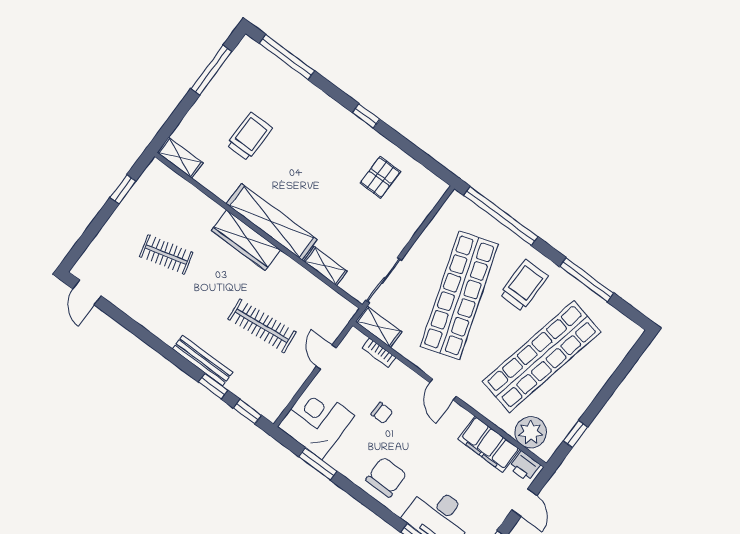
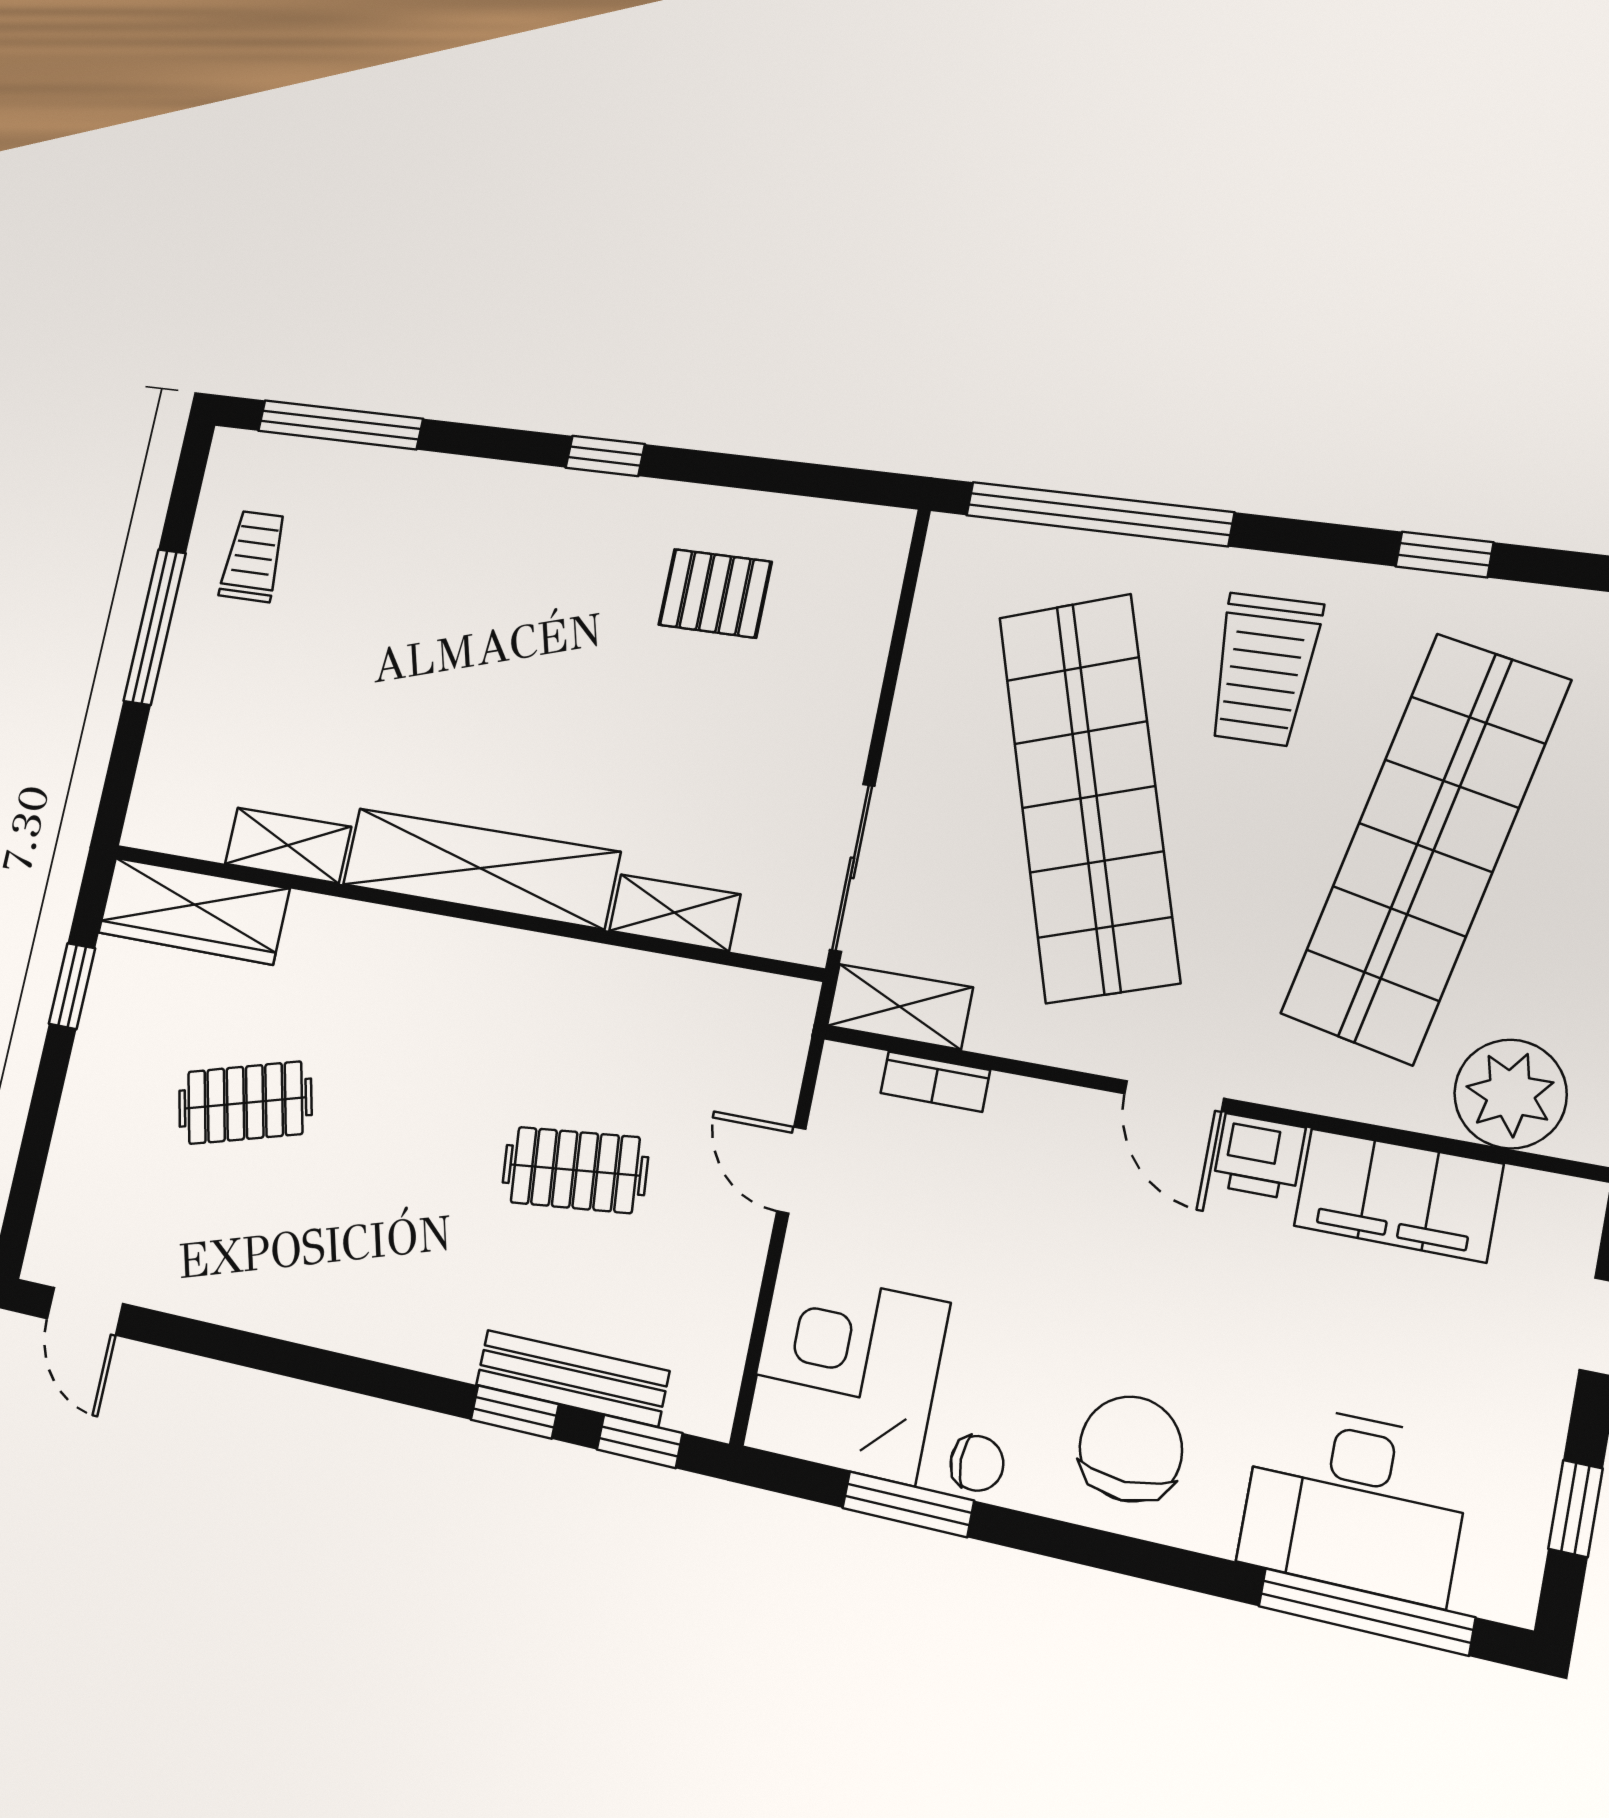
window: (211, 70) -> (155, 627), moved
trolley: (249, 137) -> (253, 556), moved, width x0.73, depth x0.72
shelving: (180, 158) -> (288, 845), moved
pallet: (380, 177) -> (715, 593), turned 90
wardrobe: (246, 240) -> (193, 911), moved
window: (587, 280) -> (1444, 554), width x0.46
trolley: (524, 285) -> (1264, 669), turned 180
clothes rail: (262, 326) -> (575, 1170), width x0.73
bench: (203, 361) -> (572, 1378), moved
chair: (382, 413) -> (977, 1463), moved
printer: (524, 466) -> (1259, 1156), moved

